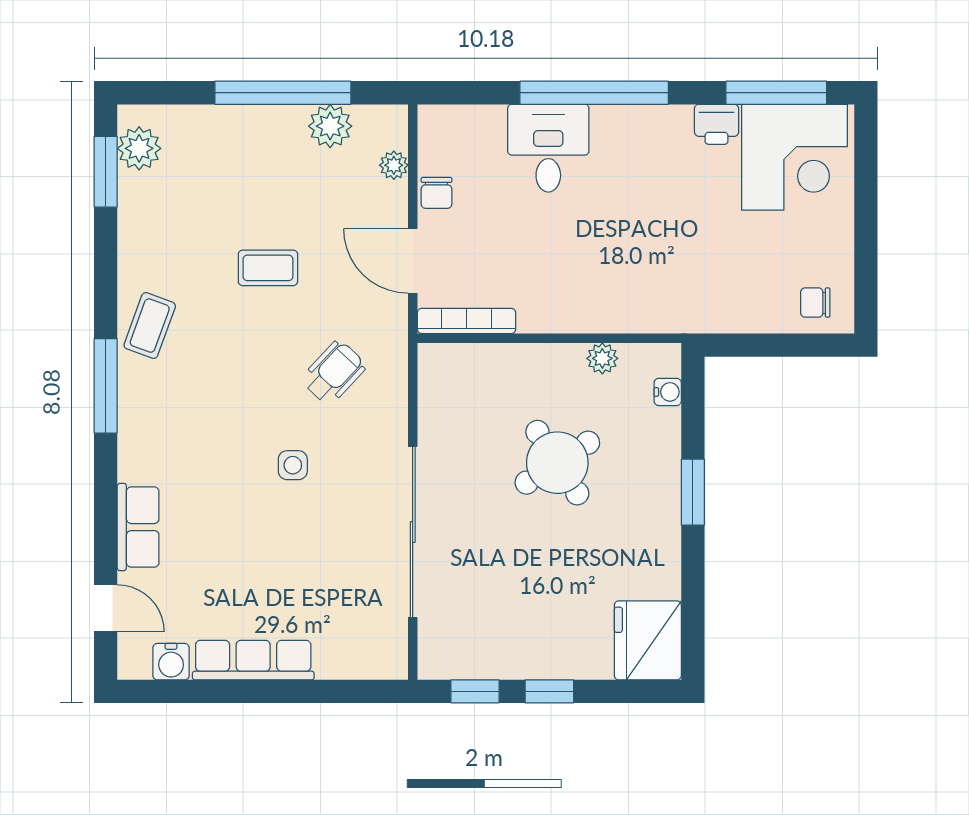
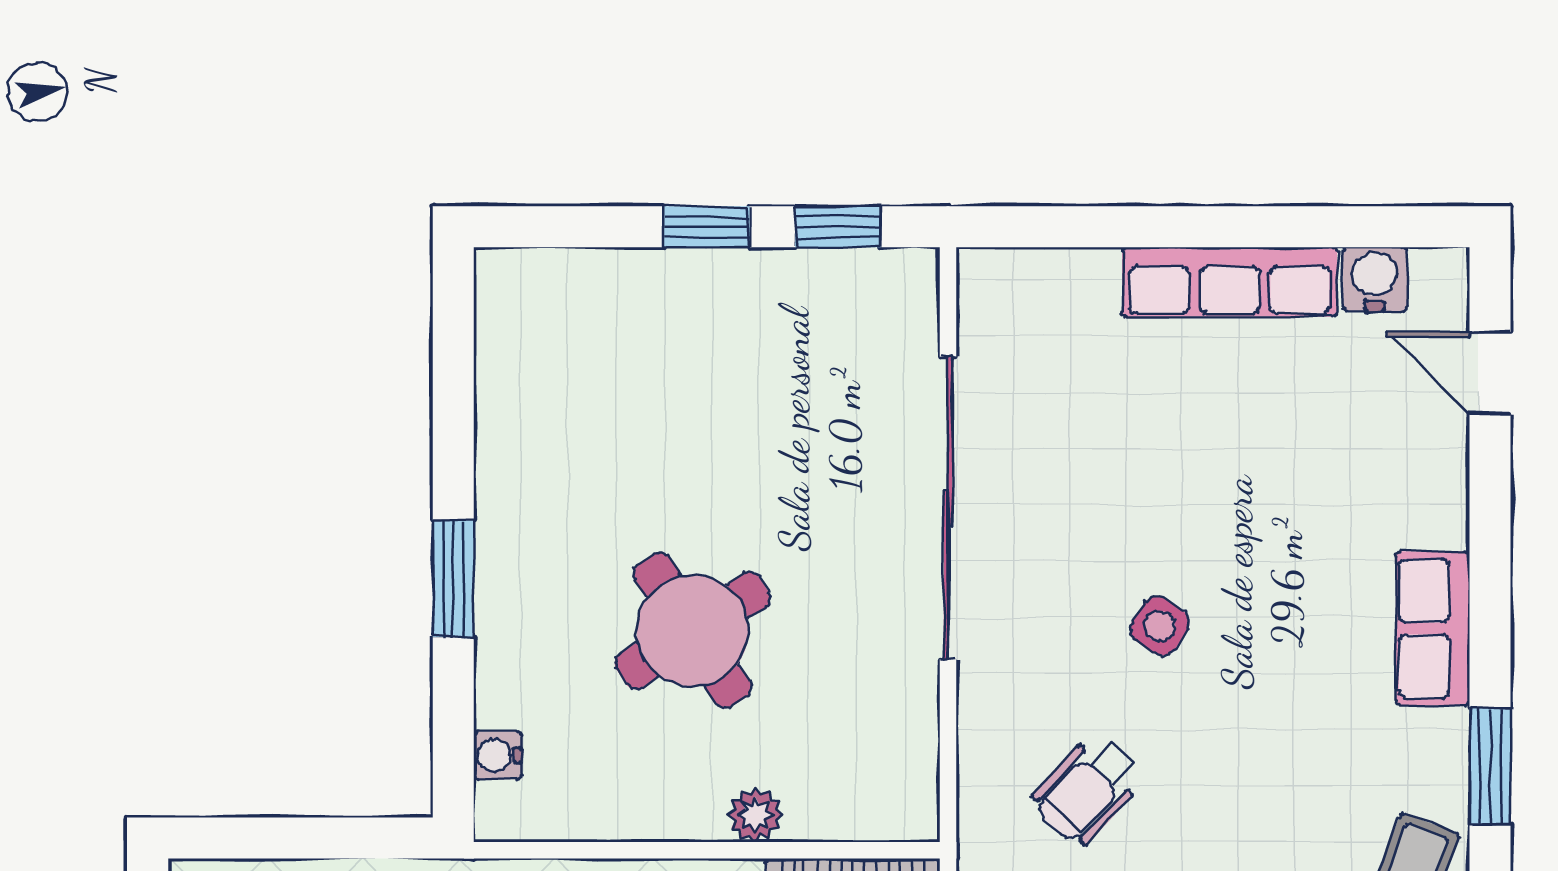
plant: (602, 358) -> (755, 815), moved
window: (106, 386) -> (1490, 766), width x0.69
side table: (293, 465) -> (1160, 626), turned 34
row of seats: (138, 527) -> (1433, 629), moved
fridge: (648, 640) -> (533, 317), removed

